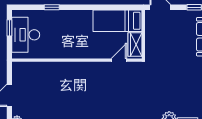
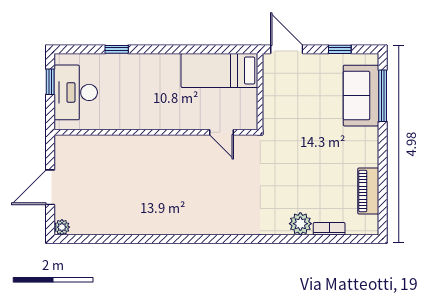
wardrobe: (135, 45) -> (247, 108), removed
door: (119, 60) -> (222, 132), swing flipped

